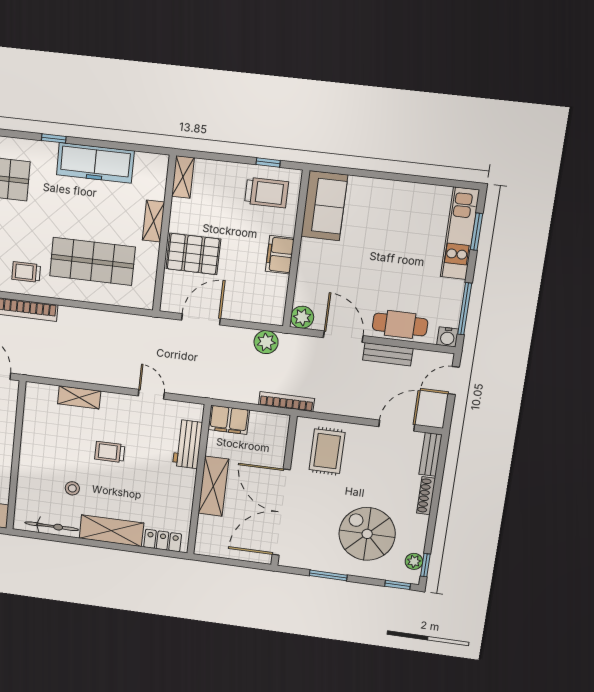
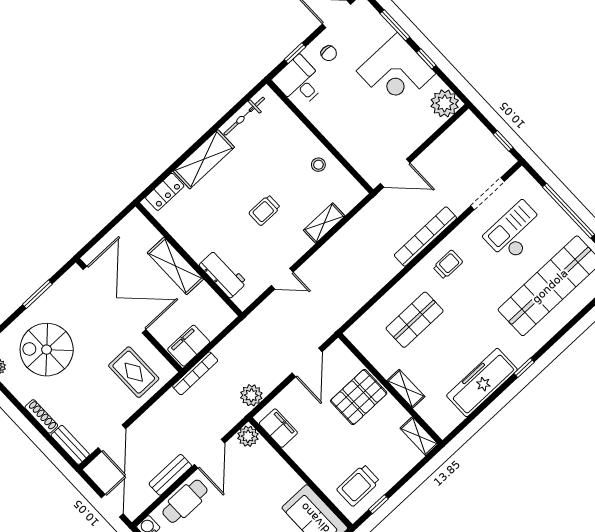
filing cabinet: (280, 255) -> (278, 428), moved
shop shelf: (92, 261) -> (415, 320), width x0.70, depth x0.74
door: (343, 337) -> (209, 454), hinge flipped
filing cabinet: (229, 420) -> (189, 346), moved
trolley: (110, 452) -> (265, 210), turned 180
stool: (72, 488) -> (318, 165), moved
spiral stairs: (367, 534) -> (47, 350), turned 180

